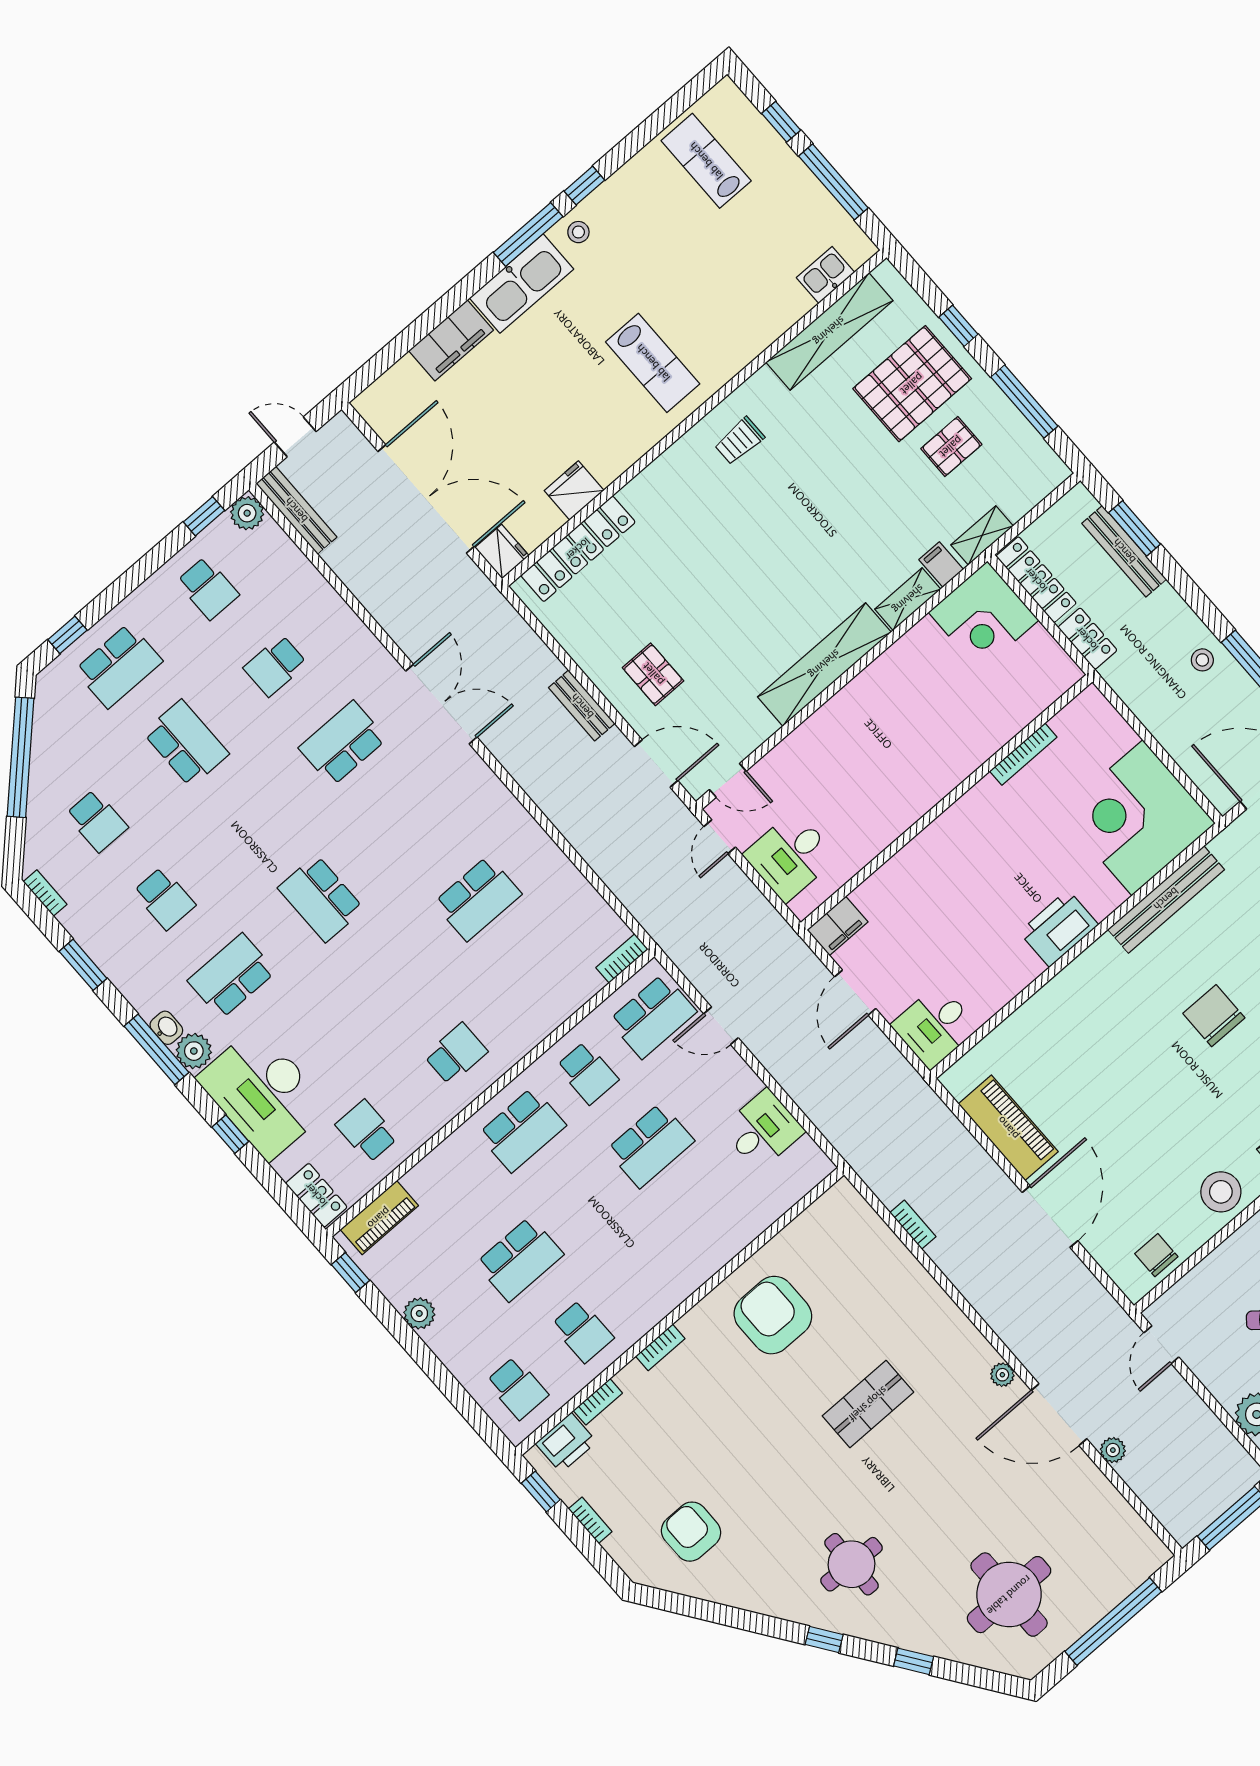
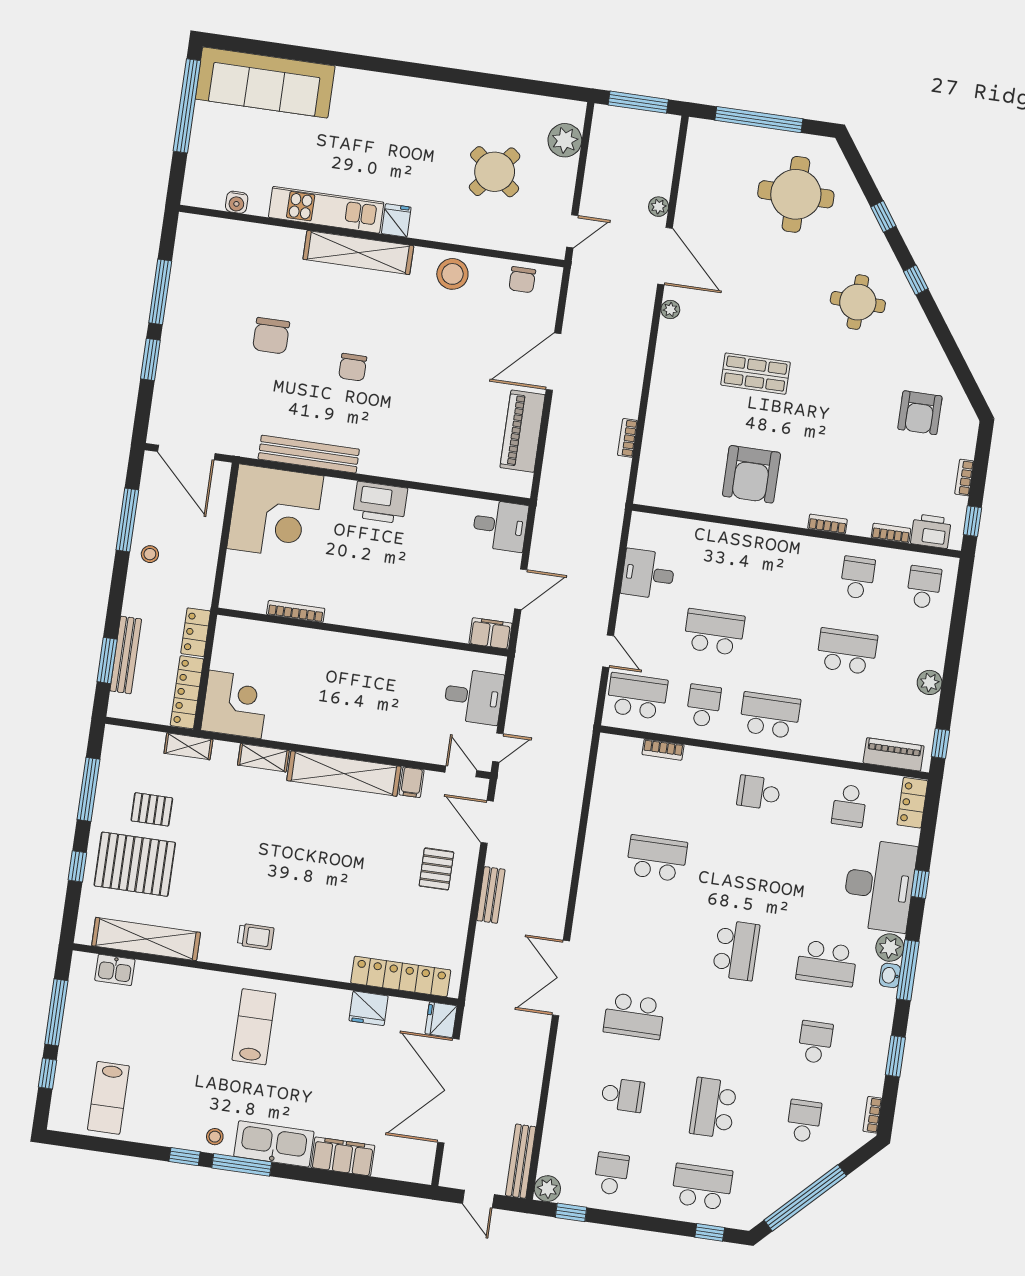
filing cabinet: (941, 565) -> (412, 782), moved
bookcase: (622, 958) -> (663, 750), moved
chair: (1214, 1016) -> (353, 367), width x0.73, depth x0.73

